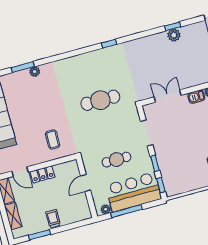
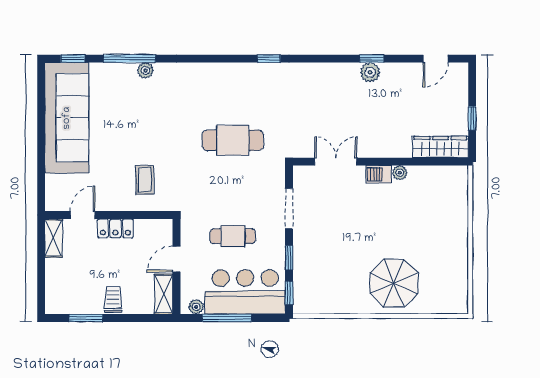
window: (23, 67) -> (129, 59), width x1.44
door: (20, 172) -> (83, 215), swing flipped
shelving: (13, 216) -> (164, 294), moved

